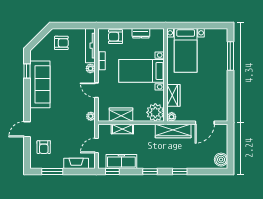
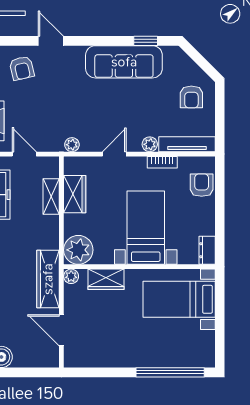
dresser: (141, 33) -> (207, 250), moved
window: (230, 56) -> (170, 372), width x1.46
armchair: (44, 147) -> (22, 68), turned -103

